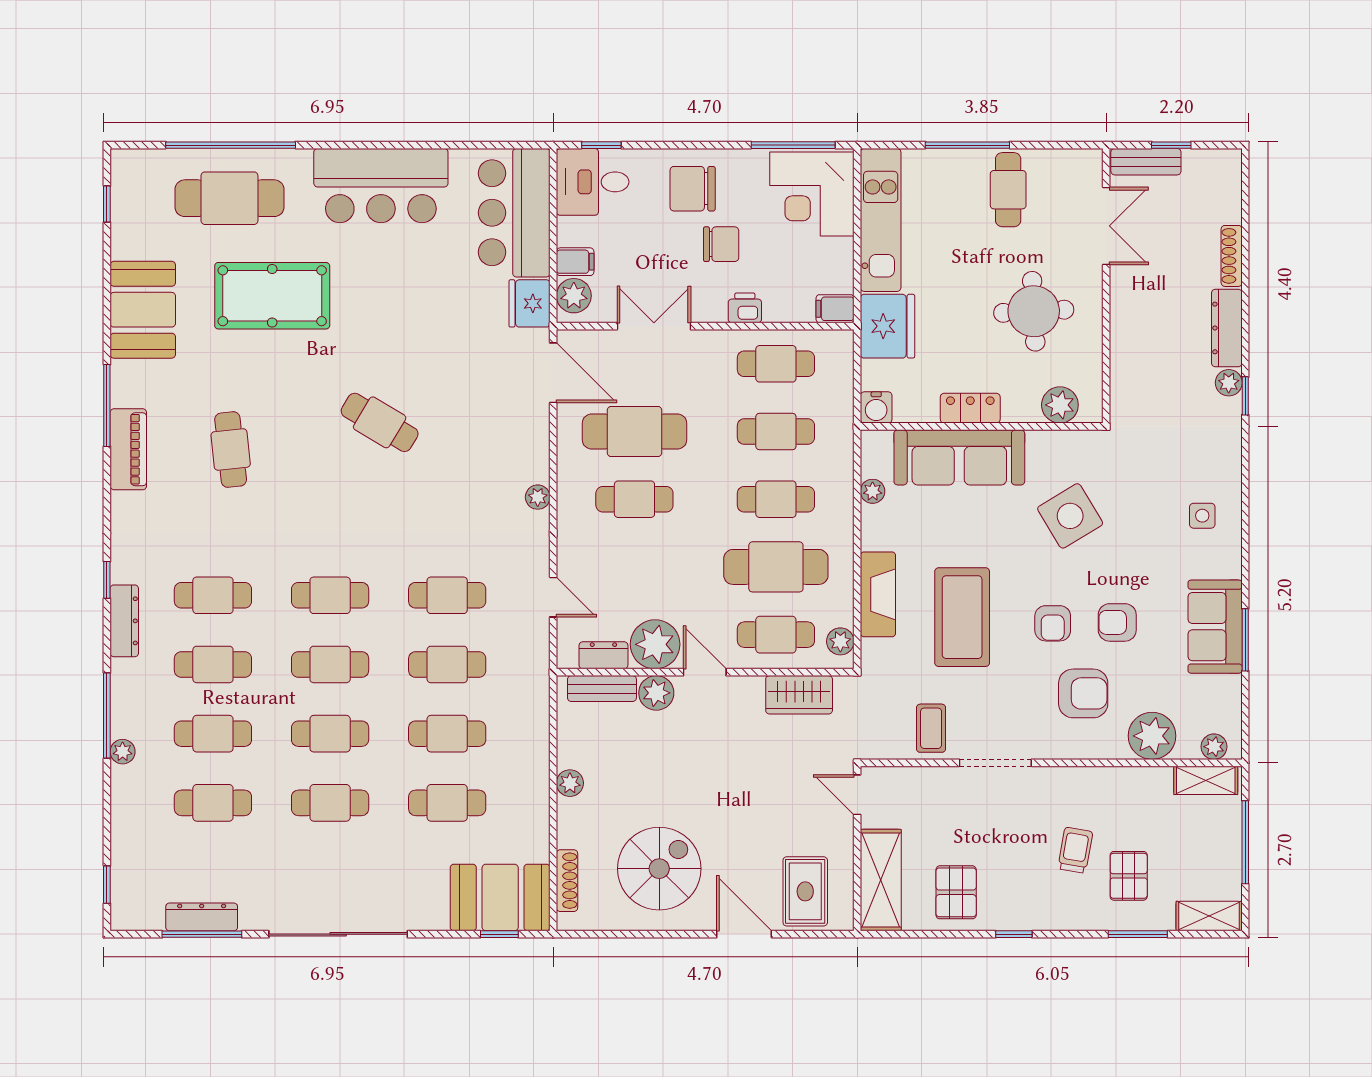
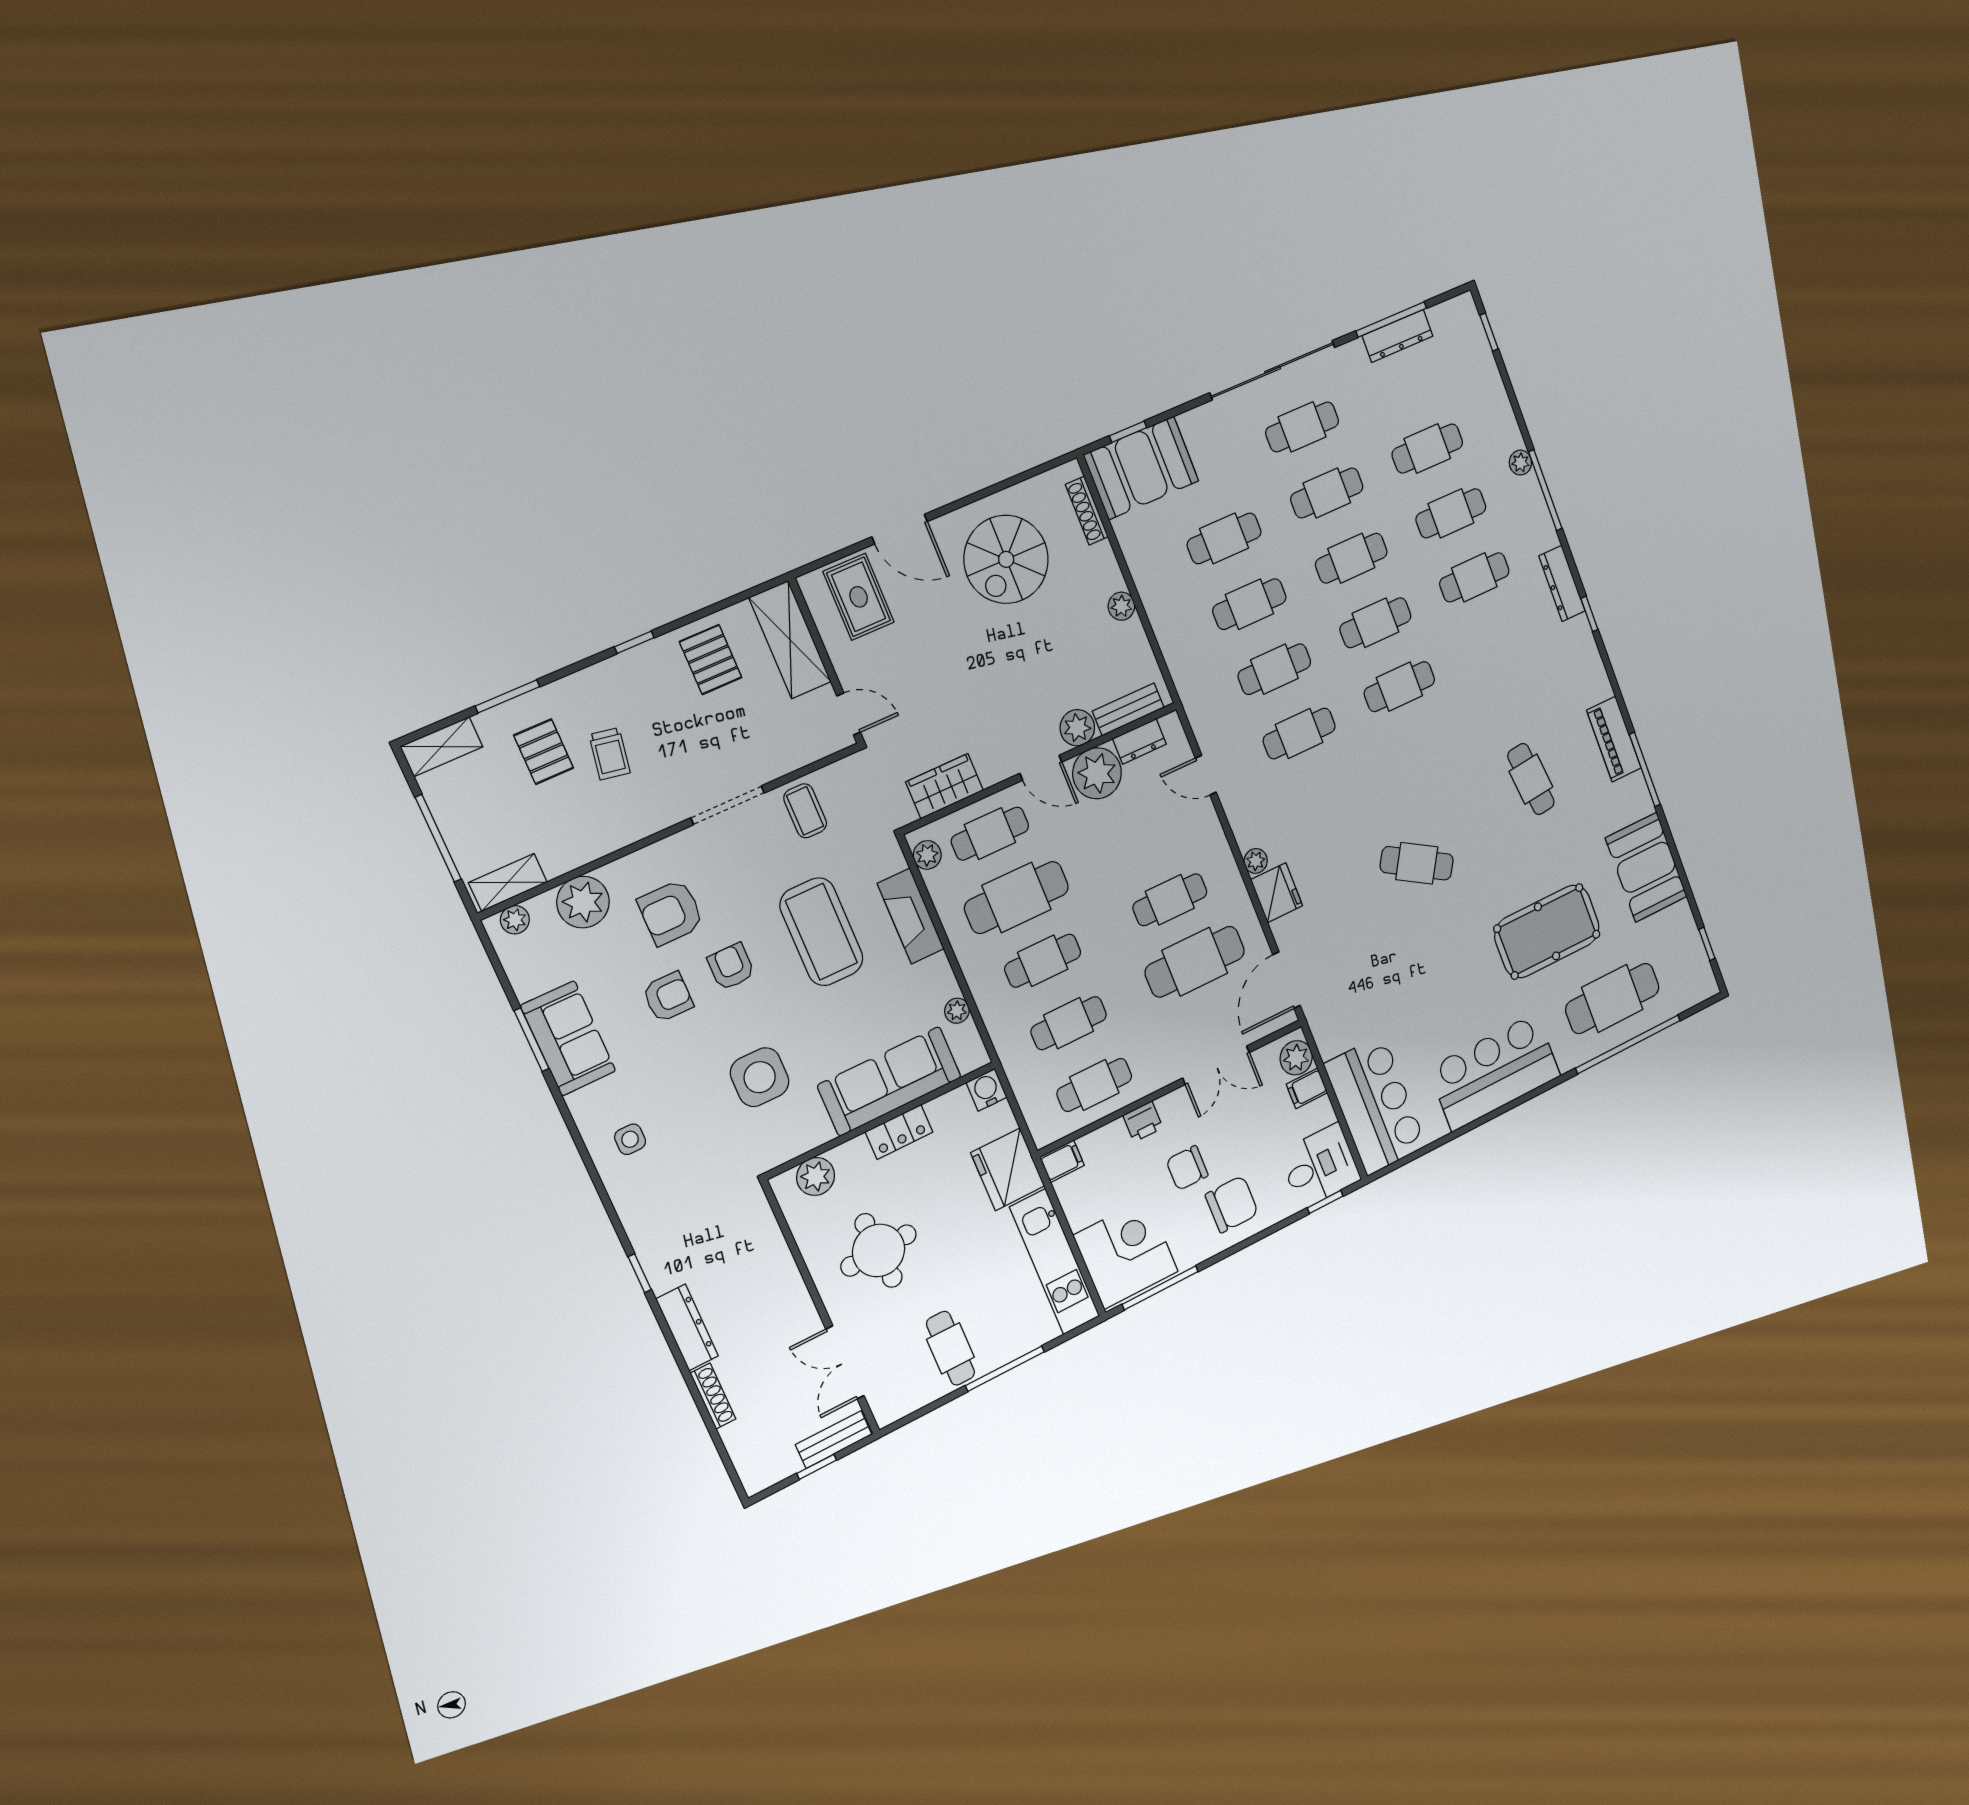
fridge: (530, 303) -> (1277, 893), moved
door: (553, 373) -> (1287, 980), hinge flipped
plant: (1229, 383) -> (662, 1277), removed
side table: (1070, 516) -> (760, 1077), turned 31
cafe table: (213, 595) -> (1302, 427), moved

